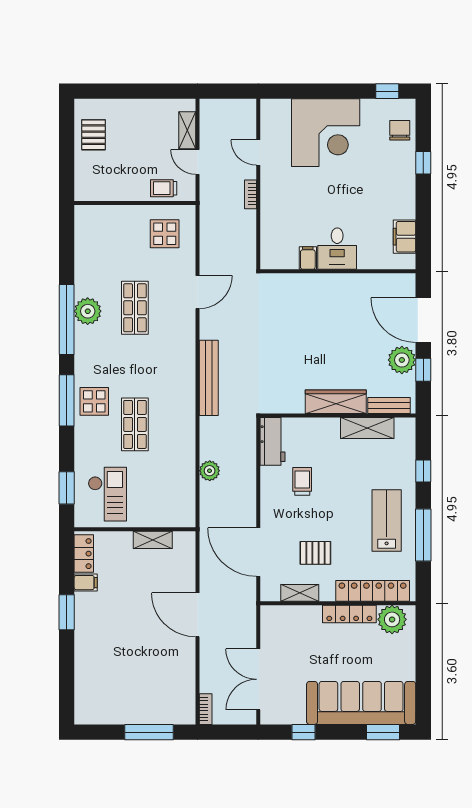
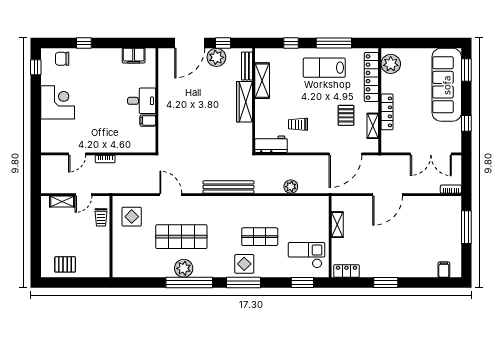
corner desk: (326, 133) -> (58, 102), width x0.74, depth x0.74
shop shelf: (135, 308) -> (181, 237), width x1.43, depth x1.36
filing cabinet: (86, 583) -> (444, 270), moved
locker: (349, 614) -> (387, 112), moved

